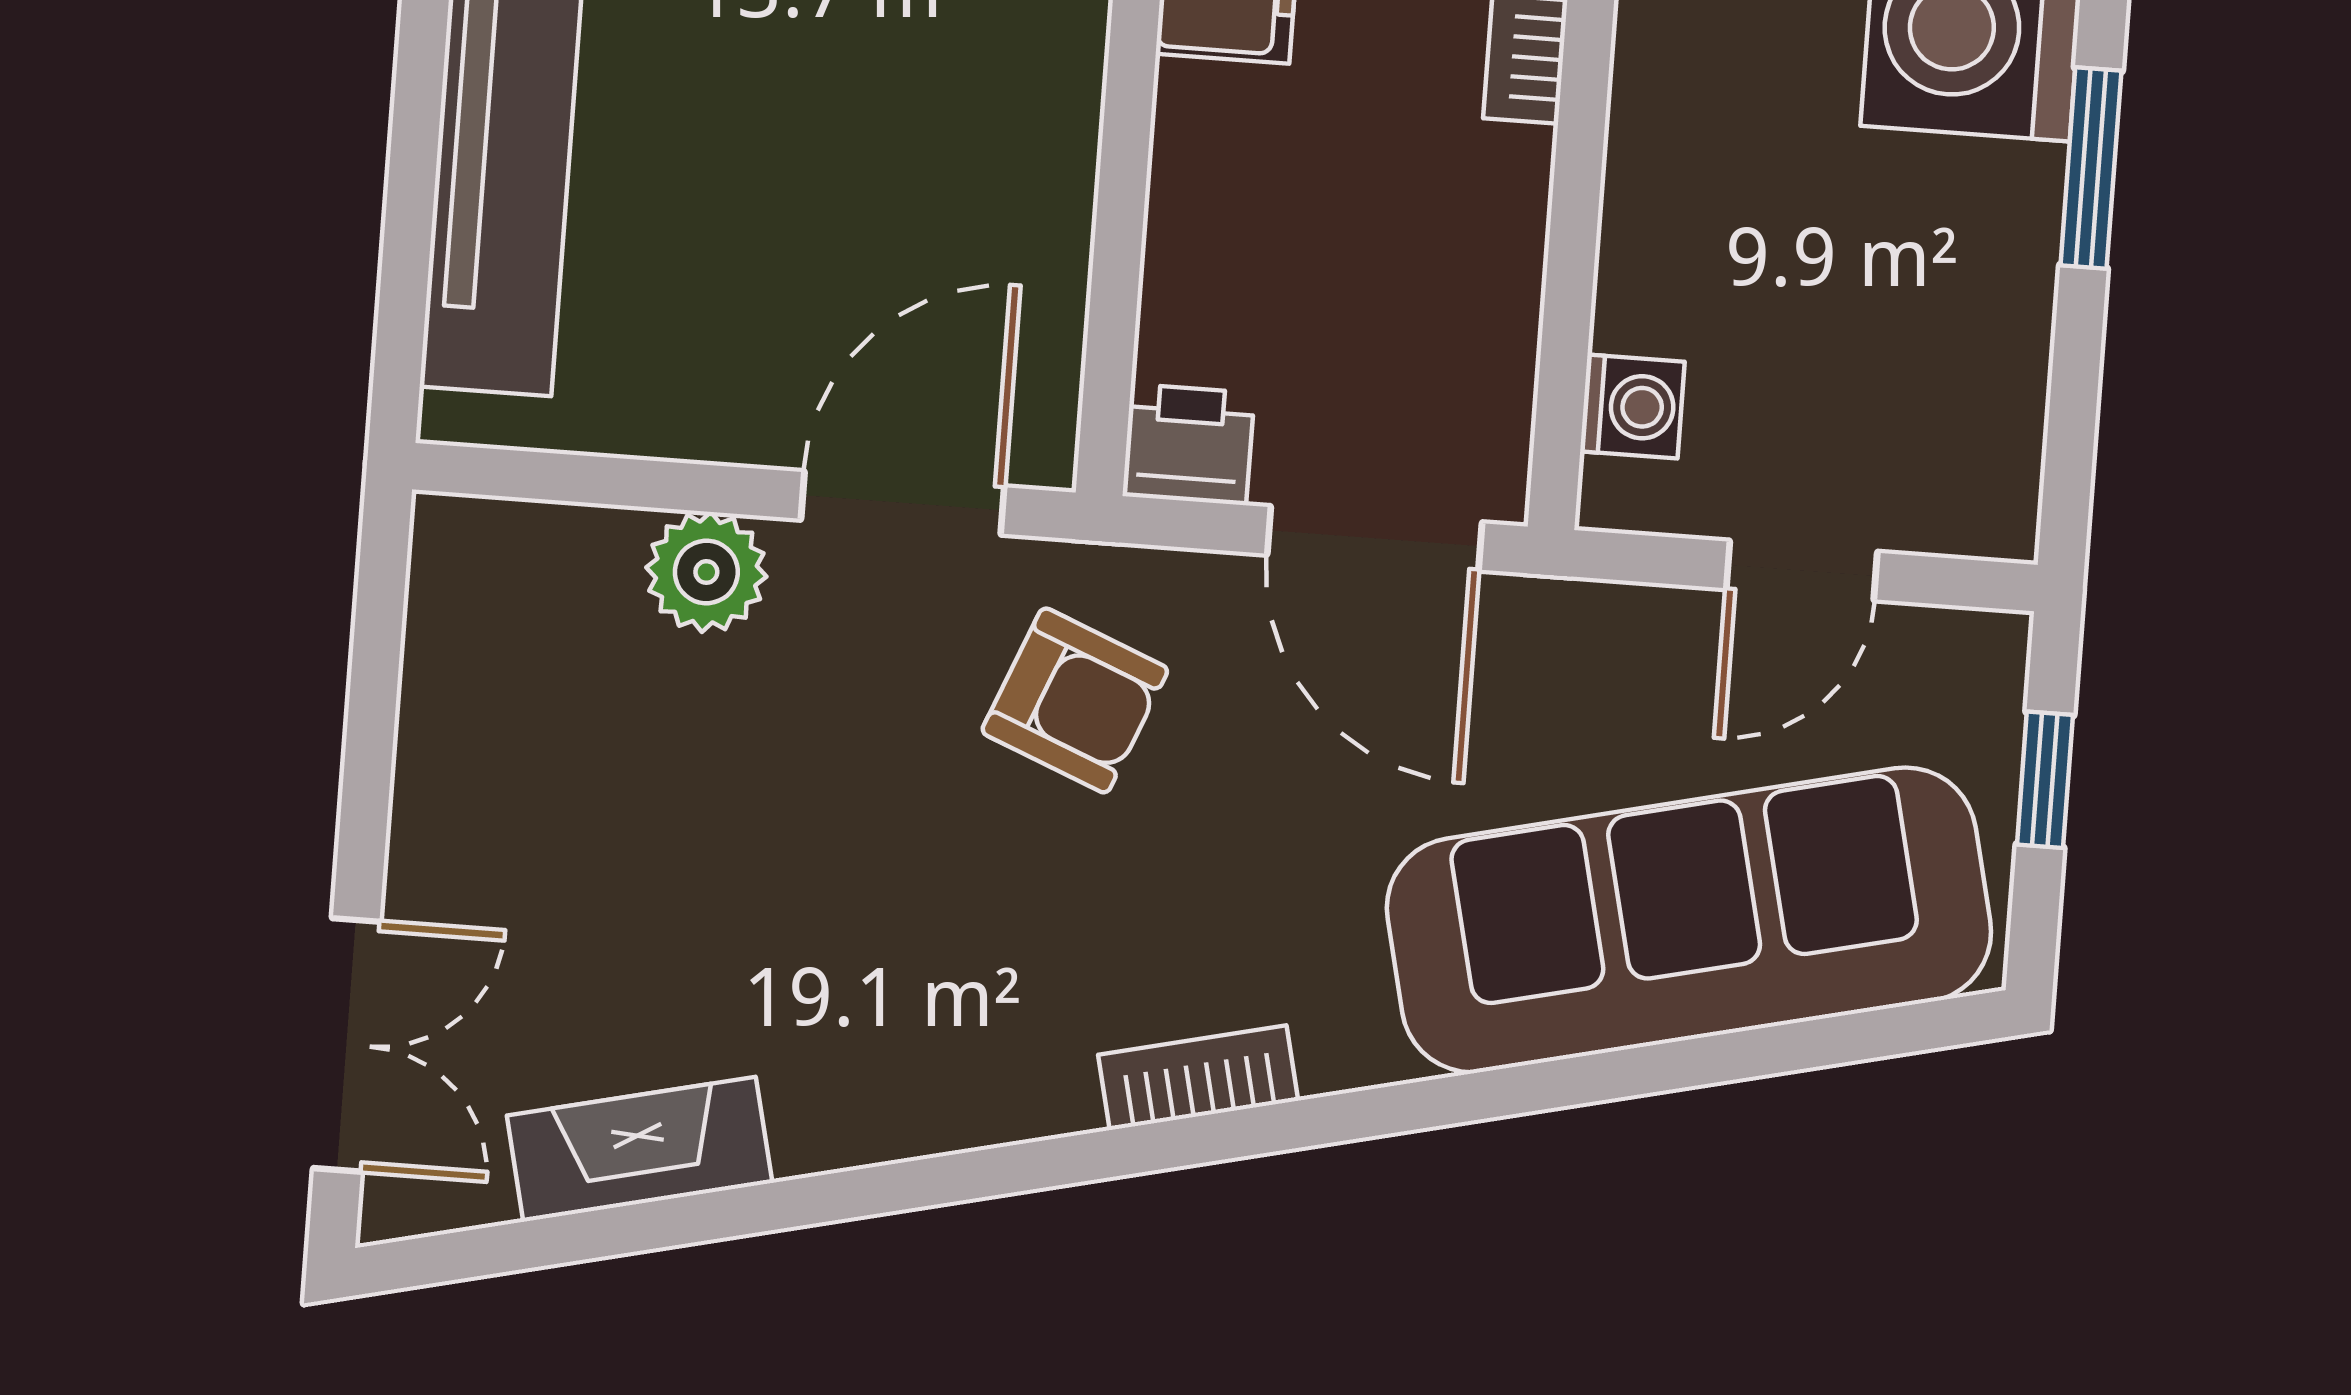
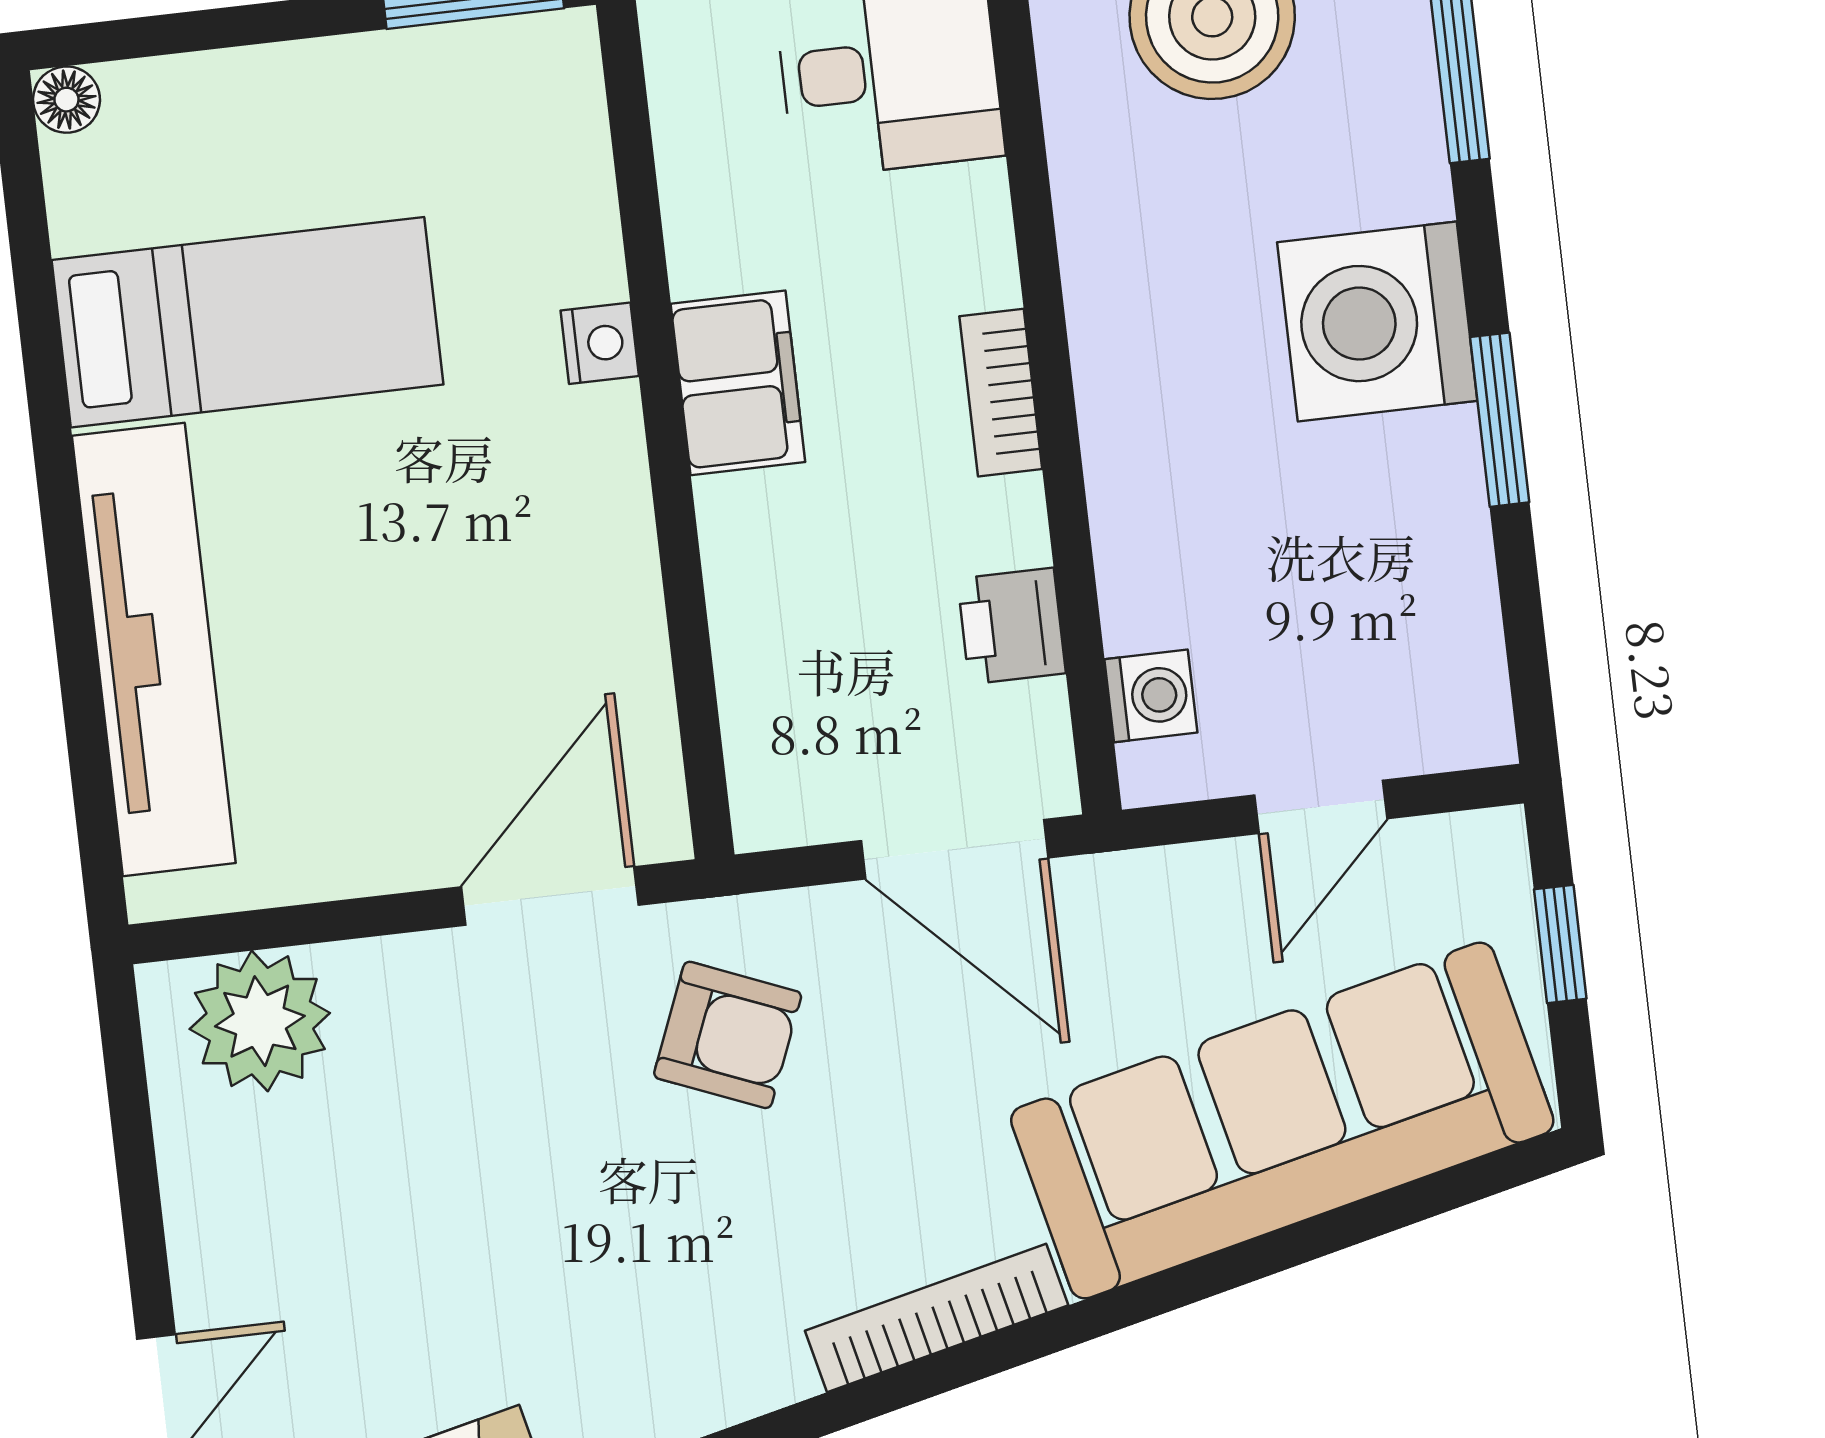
printer: (1188, 445) -> (1012, 626), moved, turned -90
plant: (706, 572) -> (260, 1021), moved, width x1.36, depth x1.36
bookcase: (1198, 1078) -> (937, 1318), width x1.56

